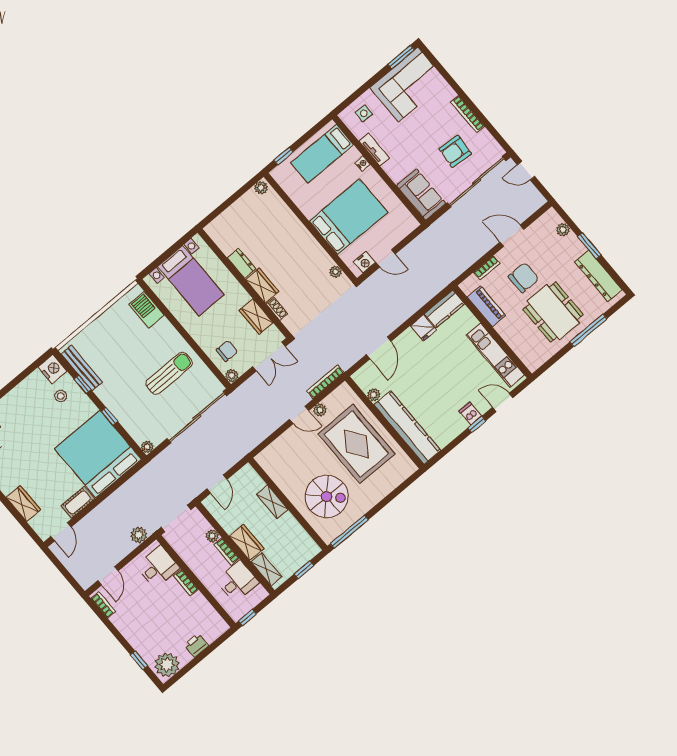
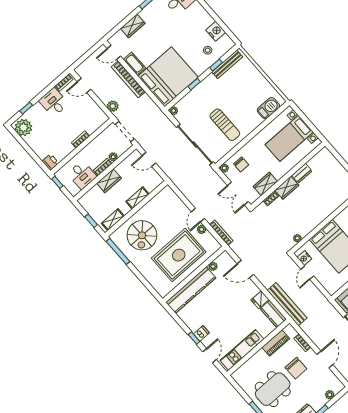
bench: (431, 289) -> (287, 304), added
nightstand: (52, 369) -> (216, 31), moved, turned -90
bookcase: (100, 512) -> (128, 79), added
desk: (158, 567) -> (54, 102), moved, turned 180
shelving: (266, 569) -> (113, 220), moved
printer: (196, 645) -> (50, 162), moved

